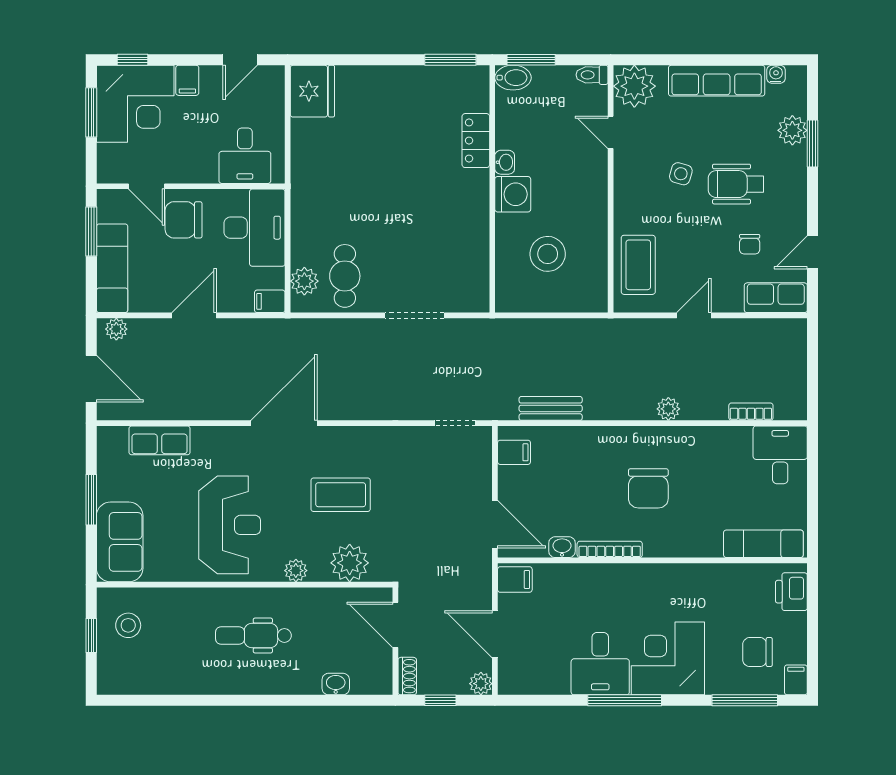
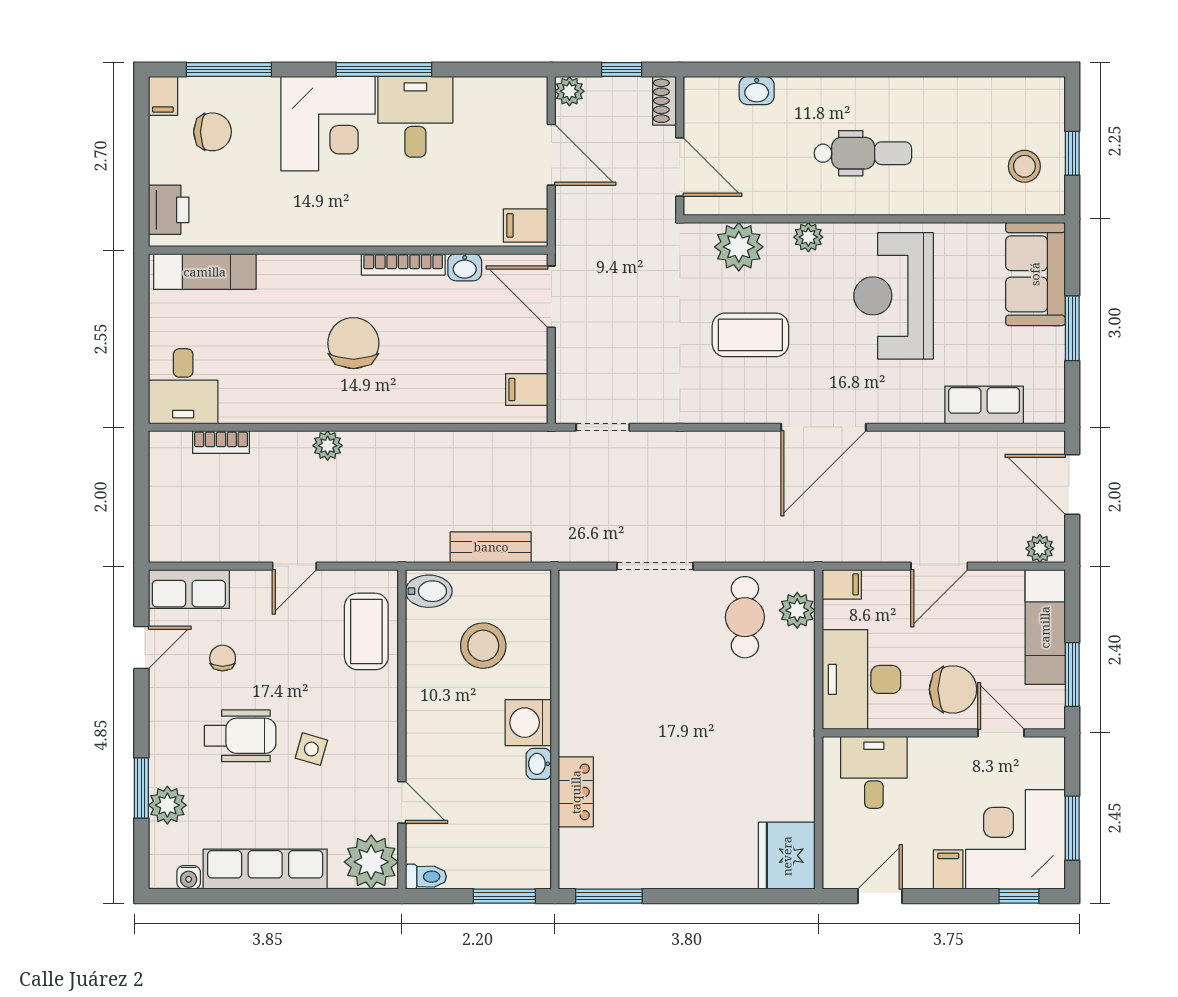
bidet: (513, 78) -> (429, 591), moved, turned 180
bench: (551, 408) -> (491, 547), moved

